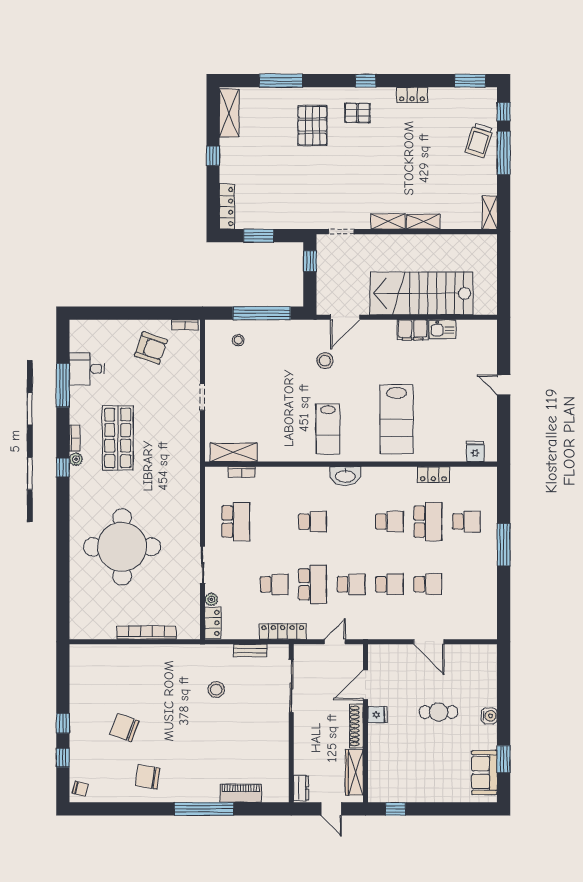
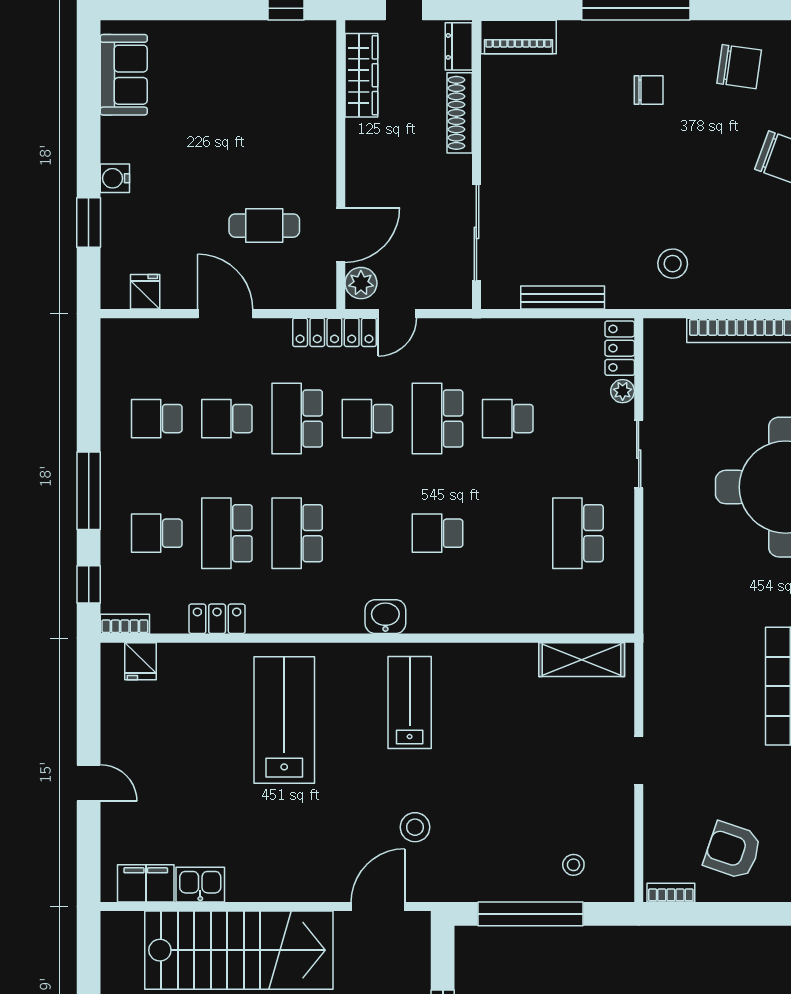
filing cabinet: (413, 330) -> (146, 883), moved
bookcase: (242, 472) -> (125, 624), moved
washbasin: (345, 476) -> (385, 617), width x0.72
window: (504, 494) -> (89, 584), added
school desk: (389, 522) -> (297, 533), width x1.85
school desk: (389, 584) -> (297, 419), width x1.85
school desk: (466, 584) -> (157, 419), added
locker: (283, 632) -> (334, 332), moved
bench: (250, 651) -> (563, 298), width x1.36
plant: (355, 658) -> (361, 283), added
stool: (216, 690) -> (673, 264), moved
cafe table: (438, 712) -> (264, 226), moved
fridge: (378, 715) -> (145, 292), moved, turned 90
shoe rack: (356, 726) -> (460, 113), moved, turned 180
window: (504, 759) -> (89, 223), moved
chair: (197, 764) -> (649, 90), added
piano: (241, 793) -> (518, 37), moved

